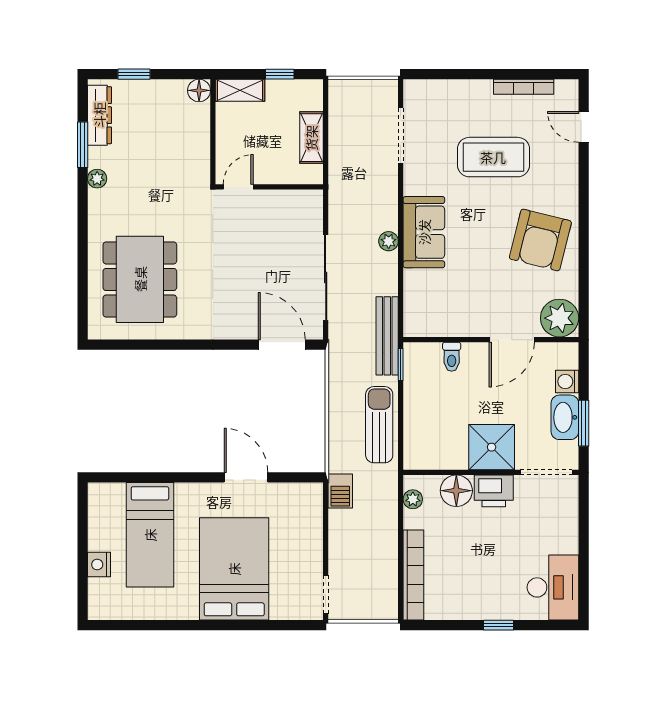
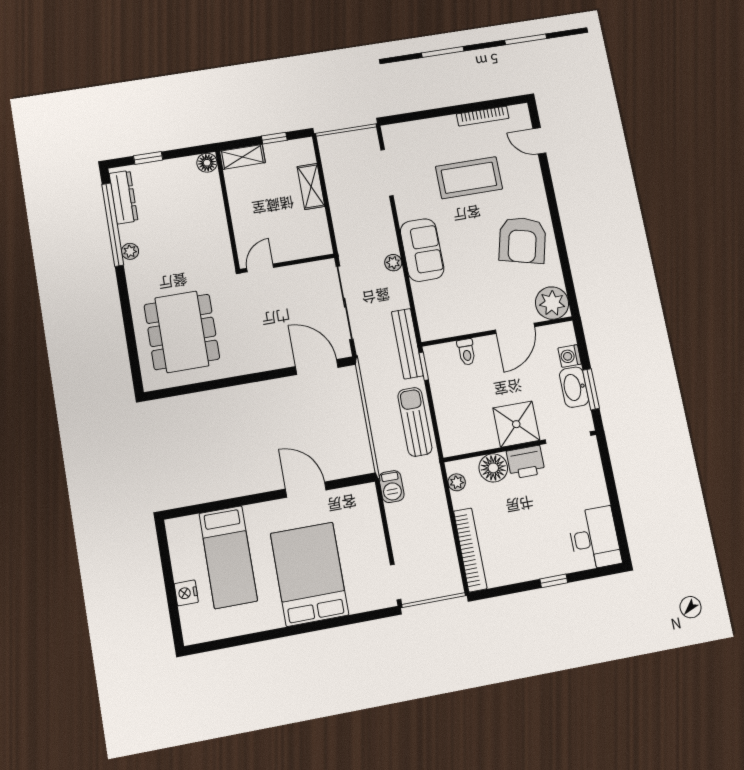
window: (83, 145) -> (113, 225), width x2.11
door: (238, 187) -> (260, 268), moved
wall: (269, 187) -> (287, 263), moved

